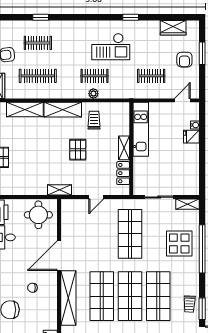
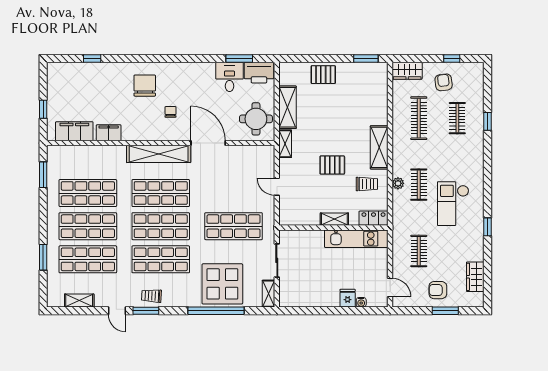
shelving: (25, 110) -> (287, 107), moved
locker: (123, 173) -> (374, 218), moved
display table: (179, 243) -> (222, 284), width x1.36, depth x1.36

